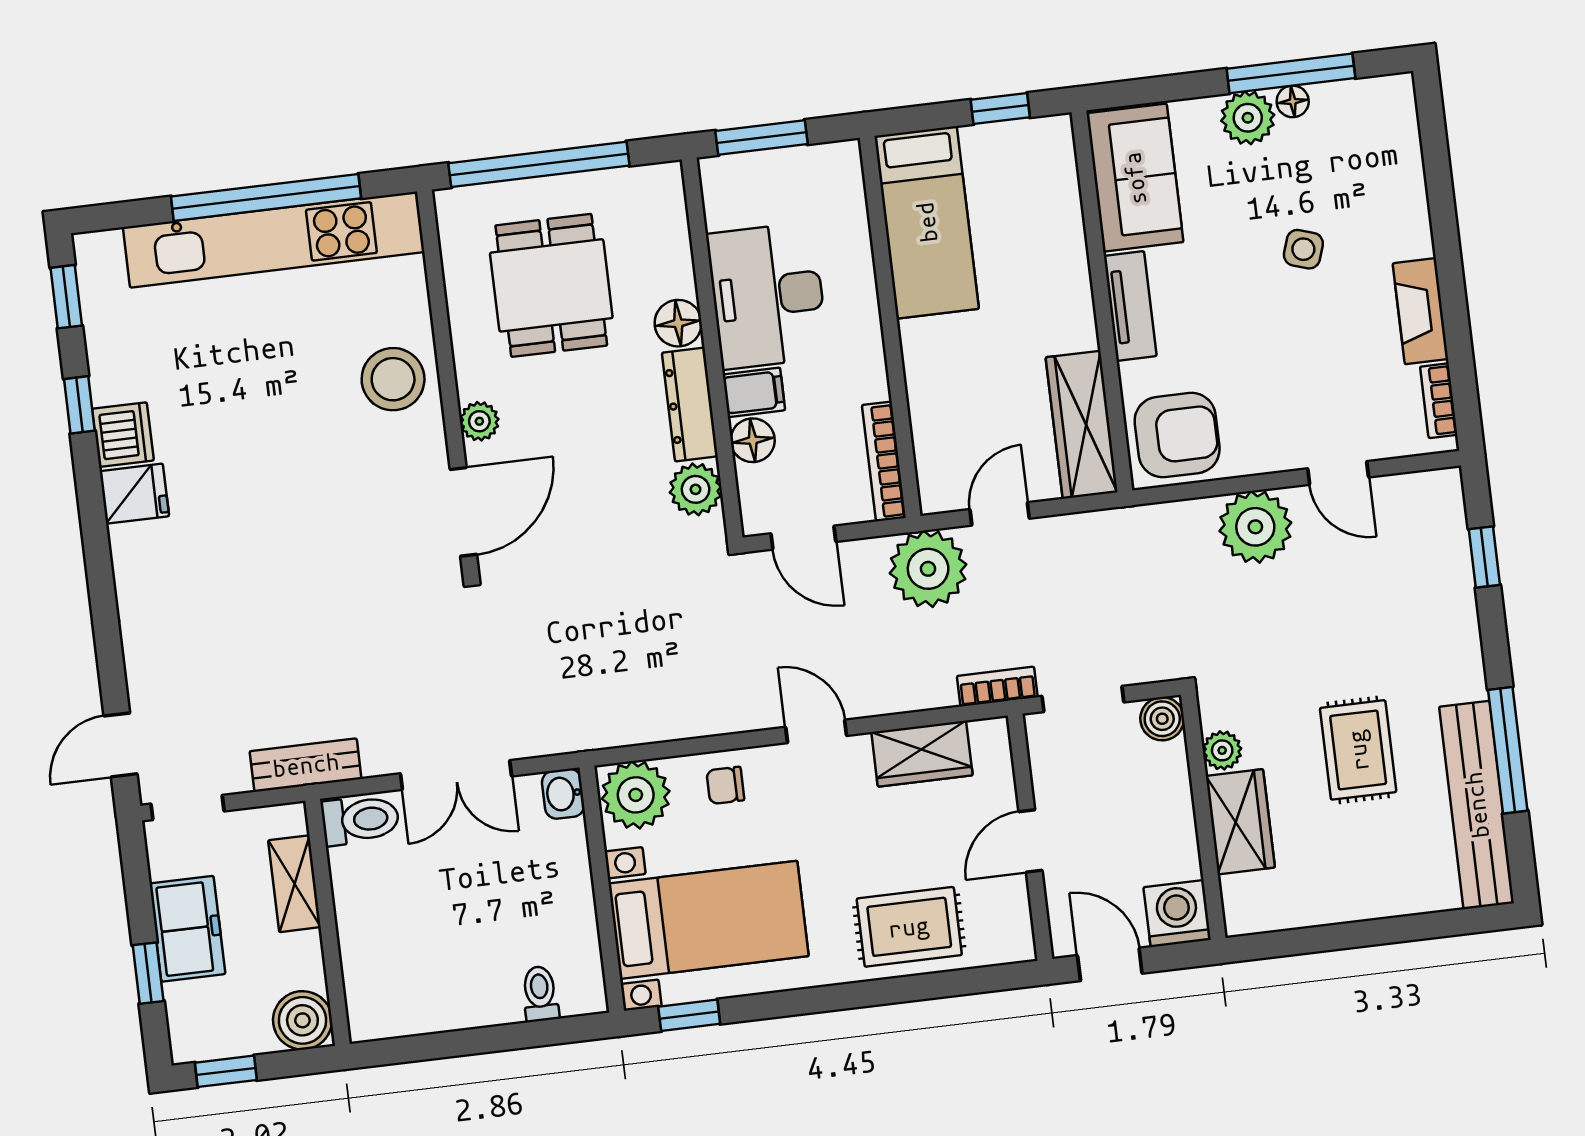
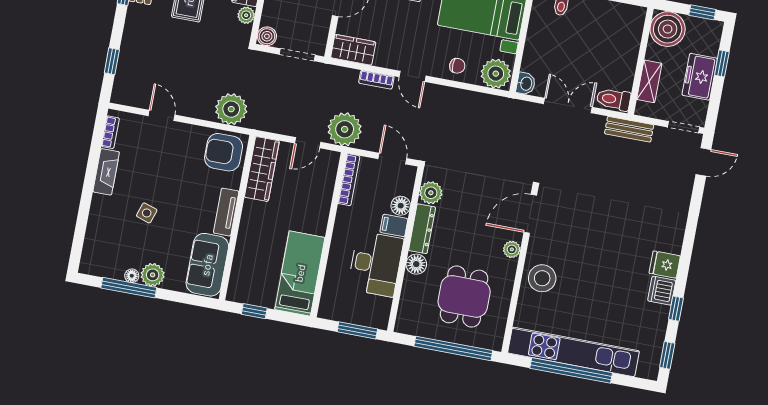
plant: (1255, 527) -> (231, 109), moved
bookcase: (997, 687) -> (376, 80), moved
wardrobe: (922, 754) -> (353, 50), moved
boiler: (302, 1020) -> (668, 29), width x1.37, depth x1.37

